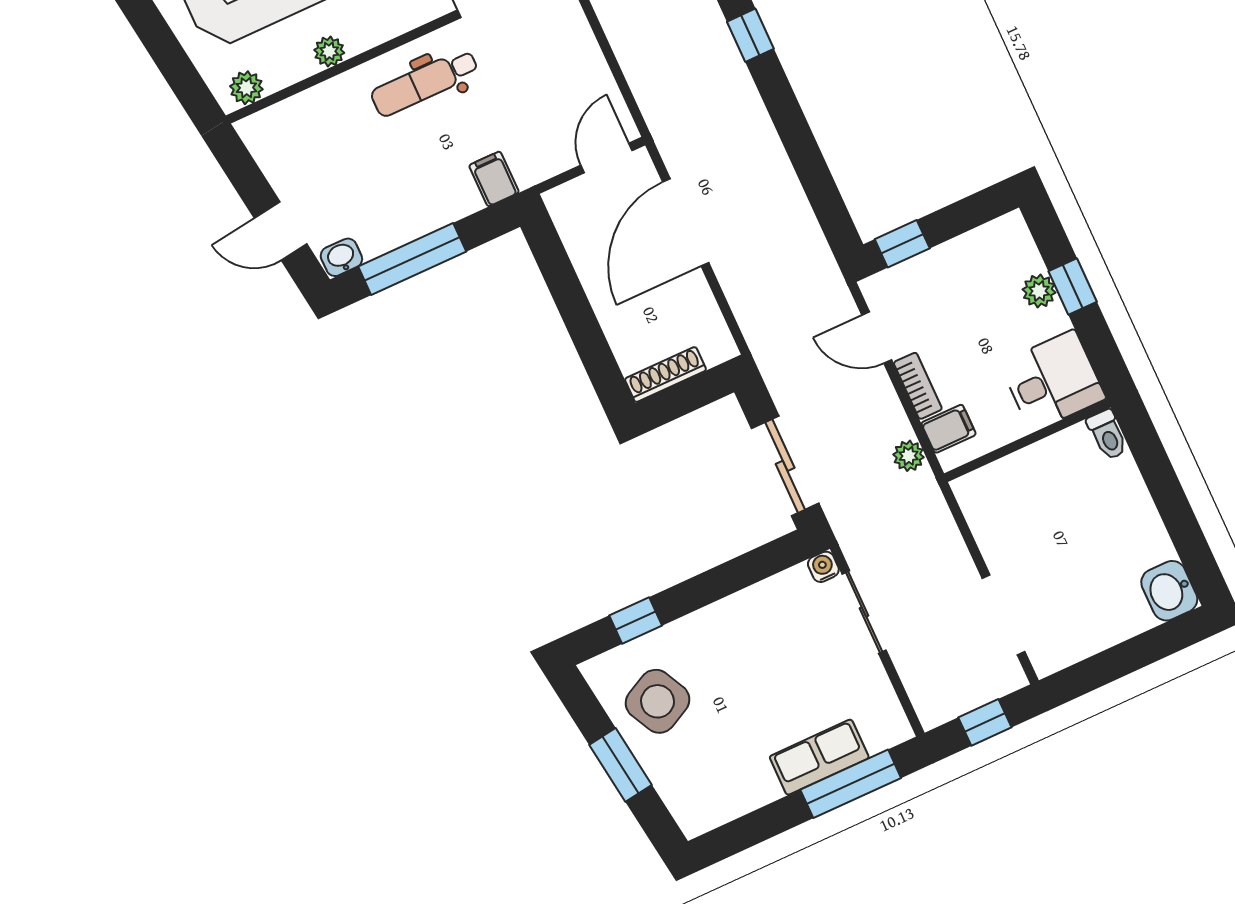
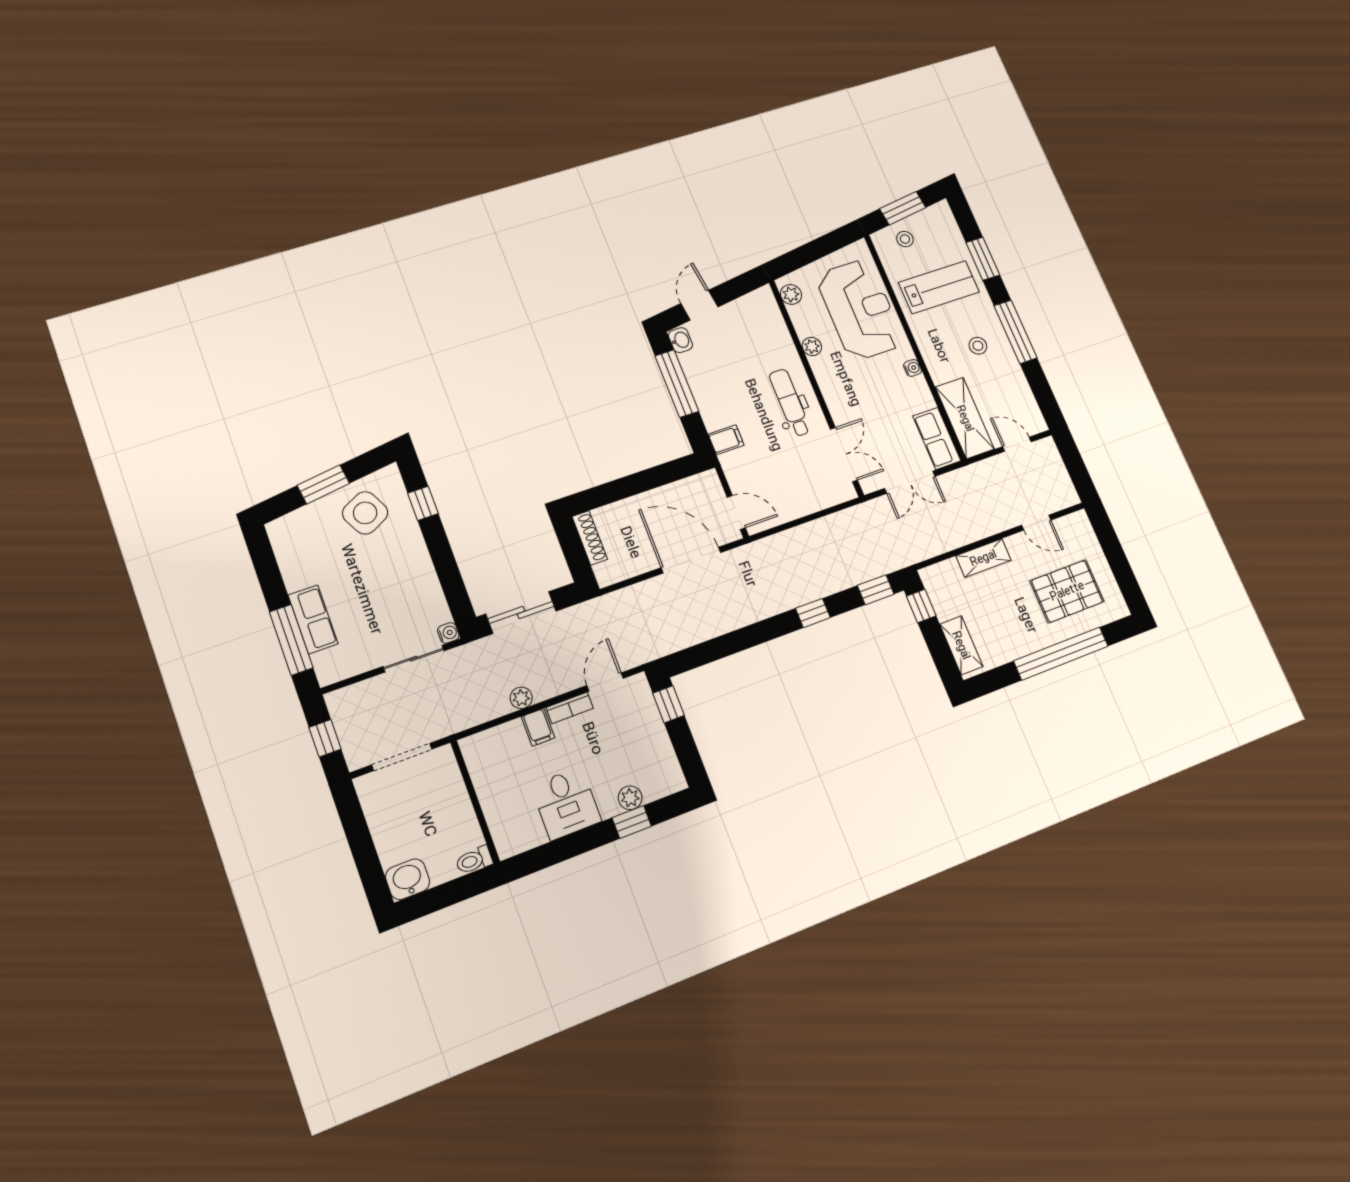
toilet: (1107, 435) -> (474, 860), moved
wall: (1027, 440) -> (475, 802), moved

